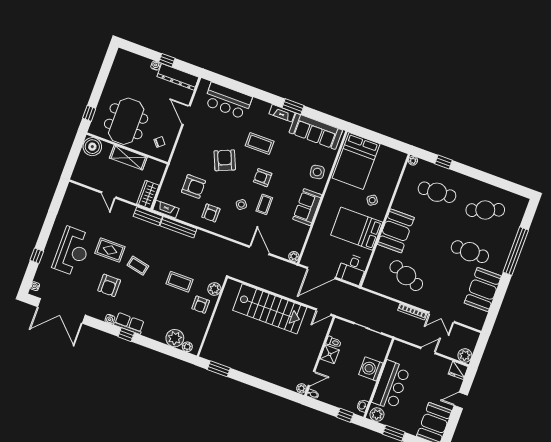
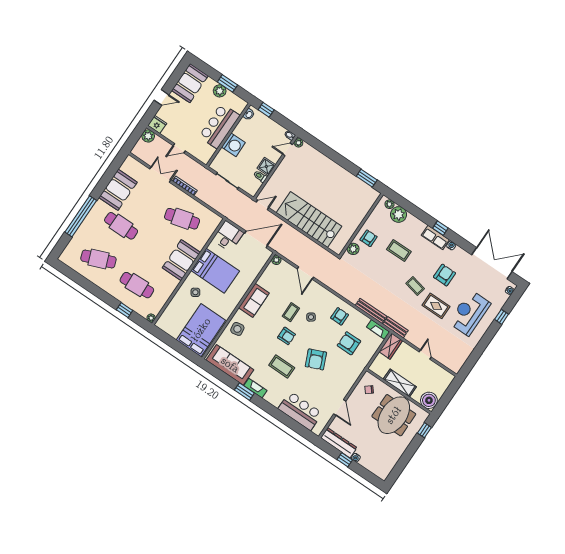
cafe table: (406, 276) -> (182, 219), turned -36
coffee table: (179, 282) -> (399, 251), moved
plant: (377, 415) -> (220, 91), moved

